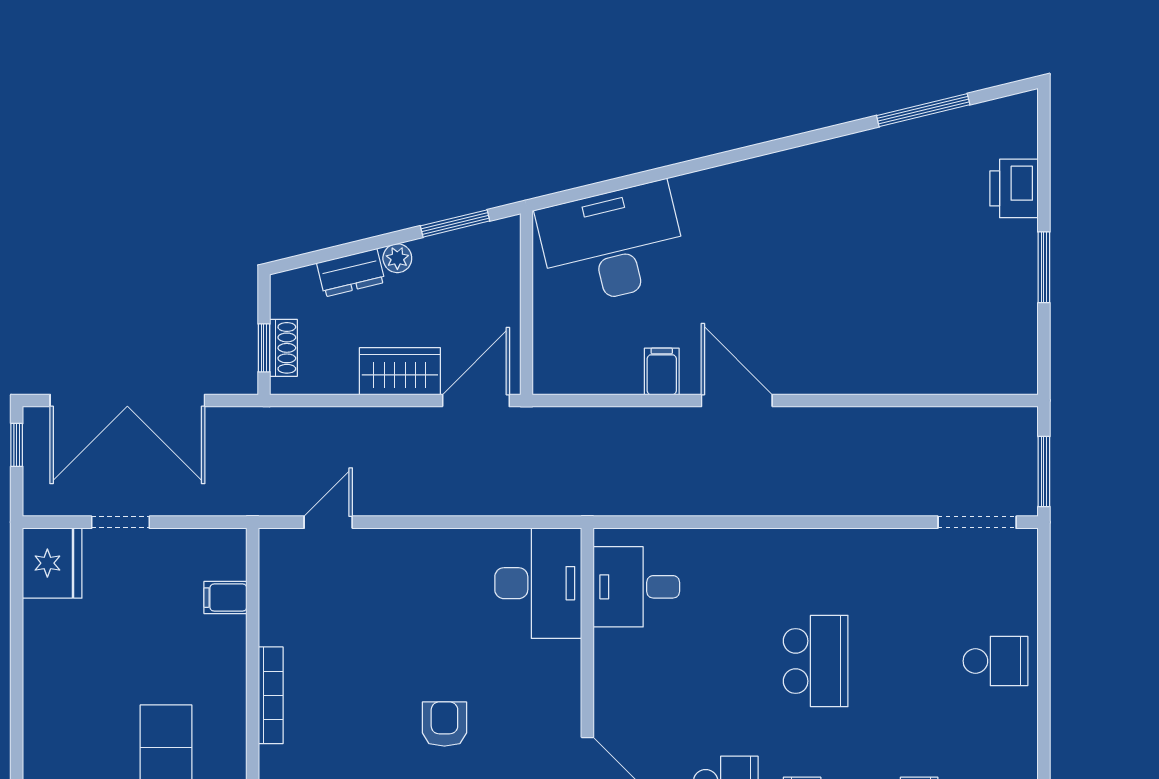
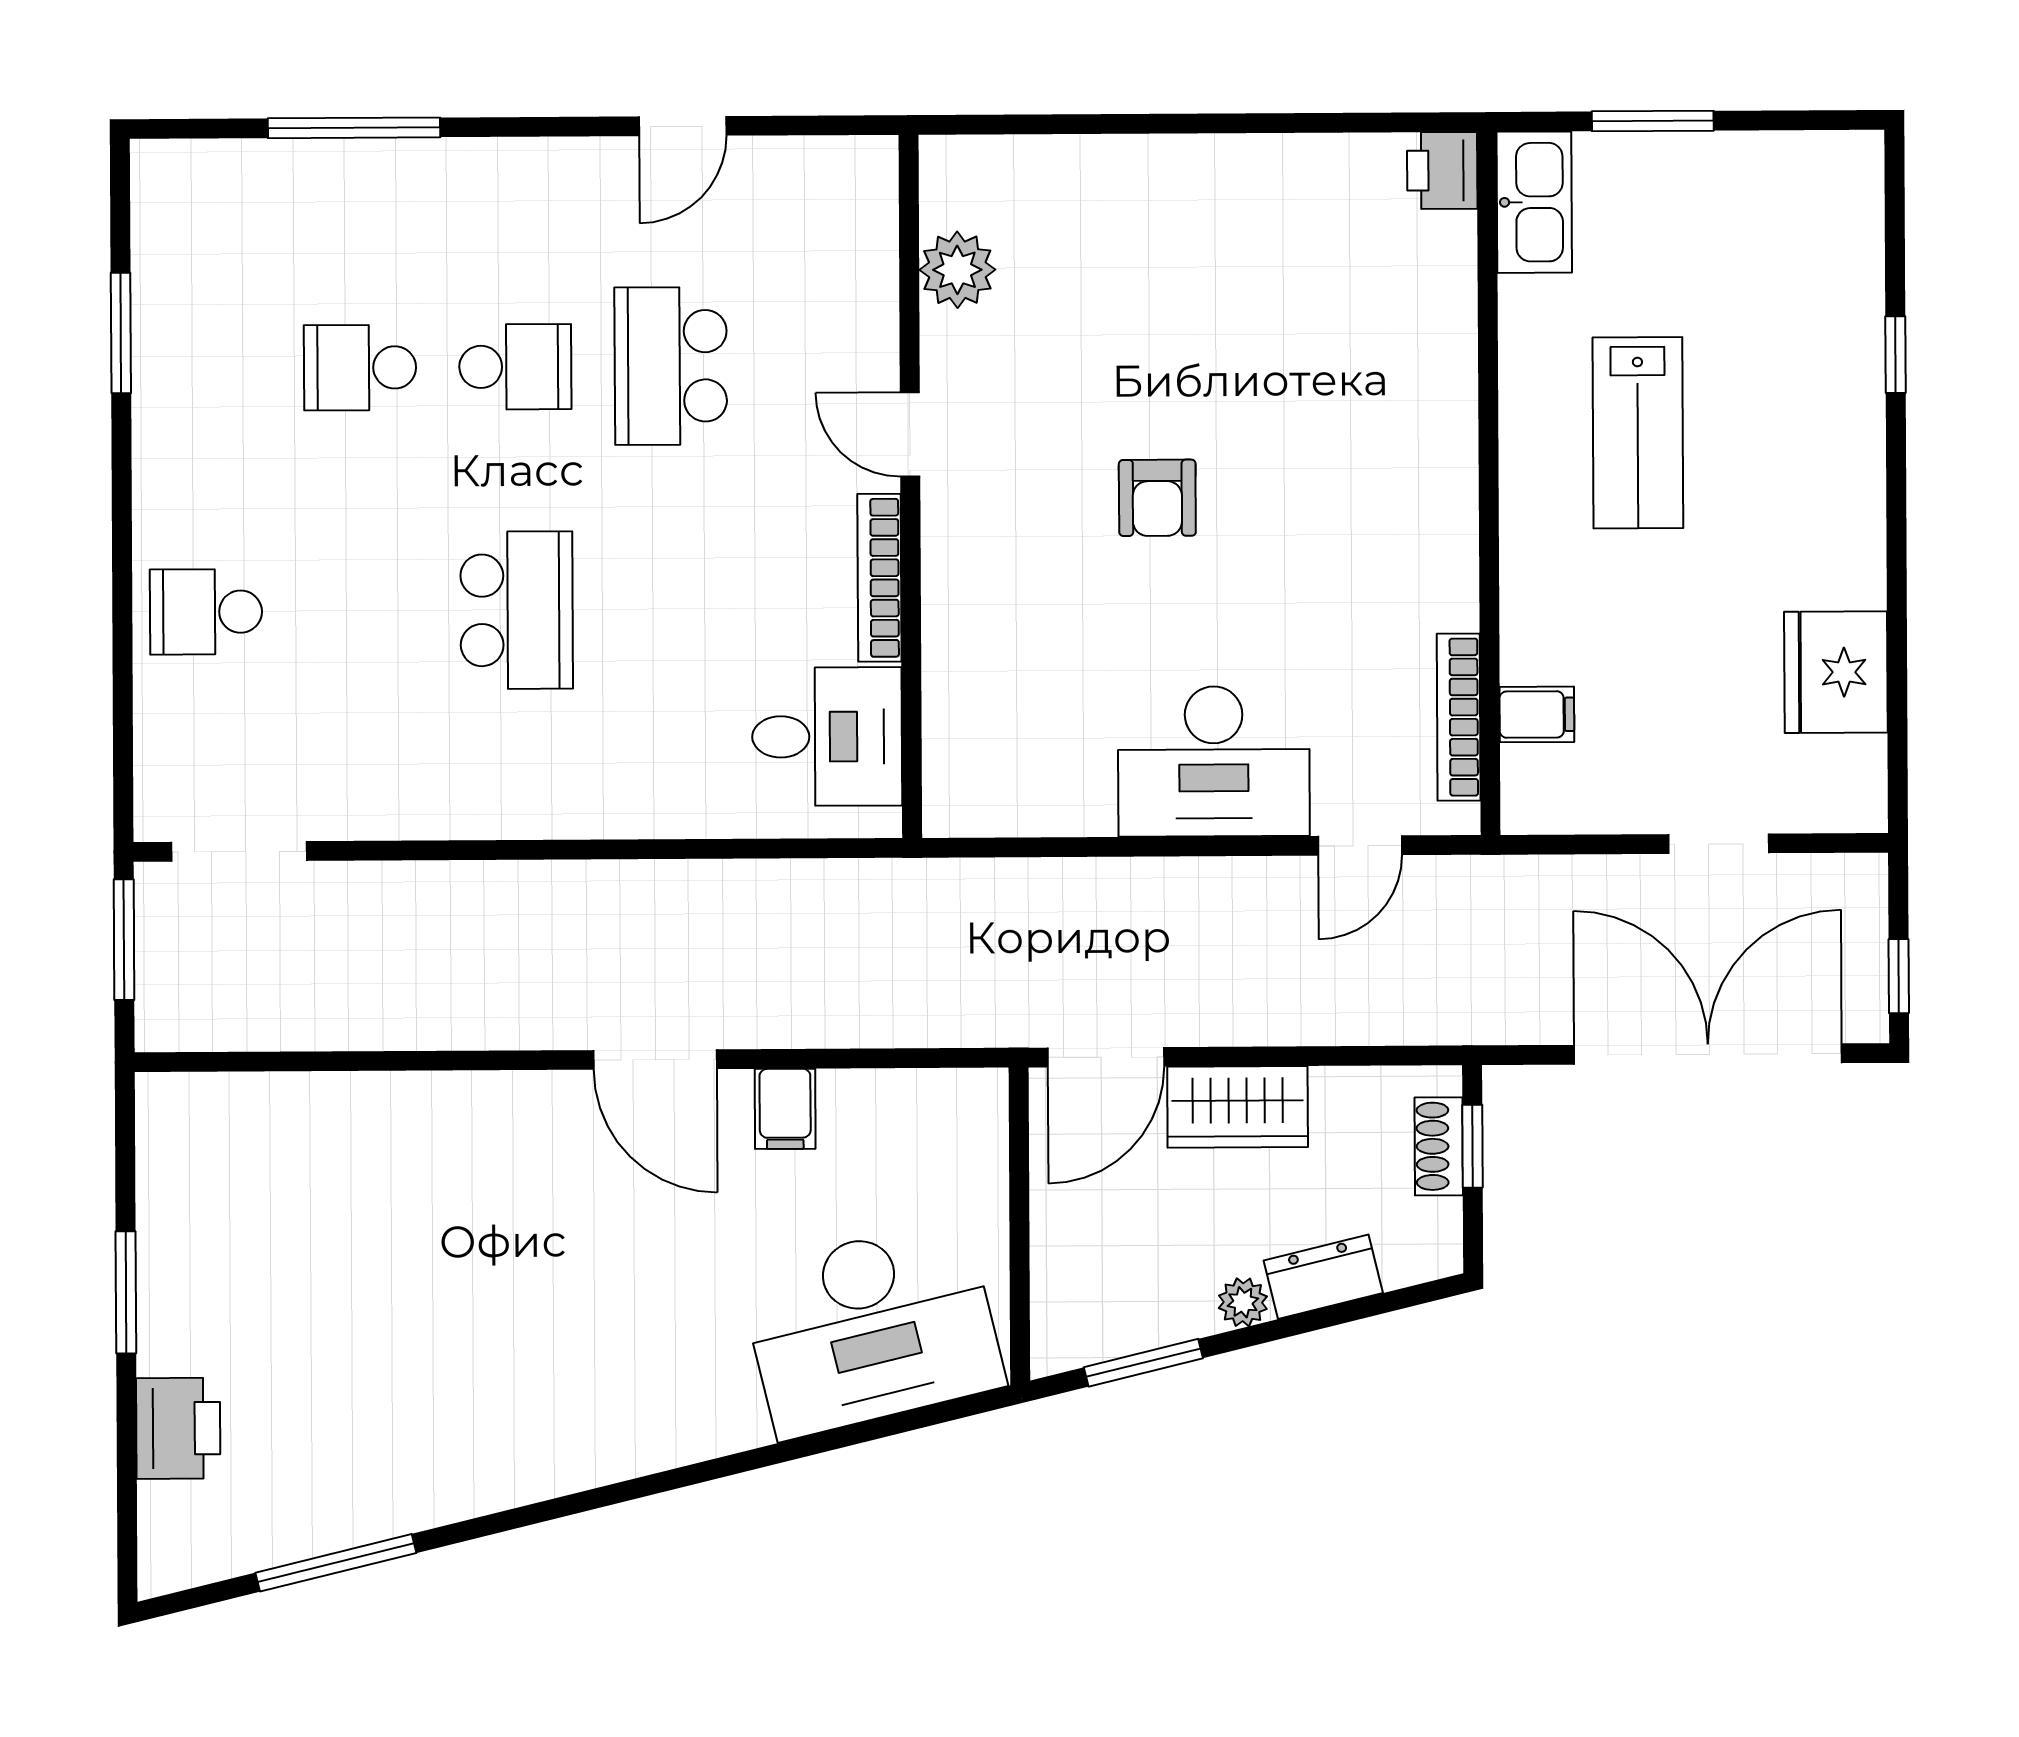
fridge: (52, 563) -> (1836, 672), moved
desk: (538, 583) -> (1214, 761), moved, turned -90
school desk: (816, 661) -> (517, 610), turned 180
bookcase: (606, 679) -> (879, 578), added
bookcase: (271, 695) -> (1459, 717), moved

